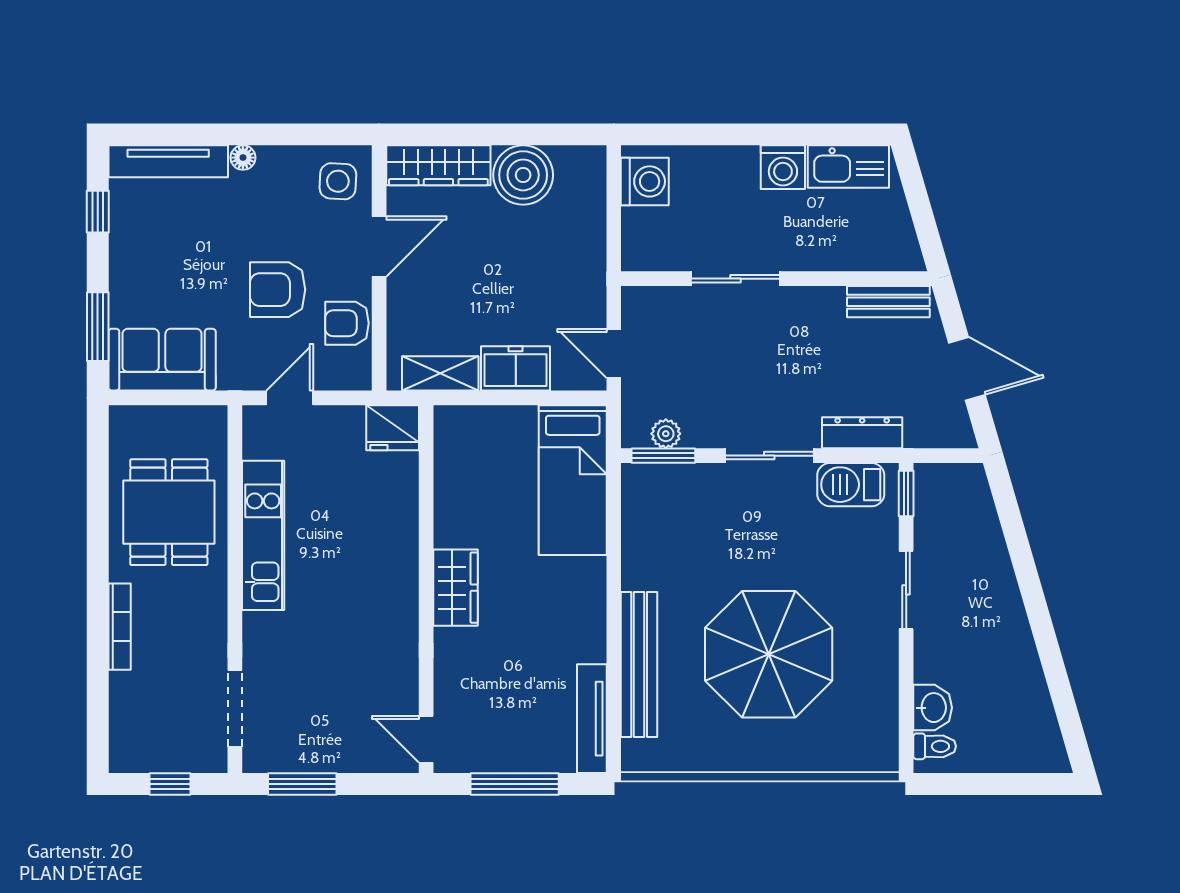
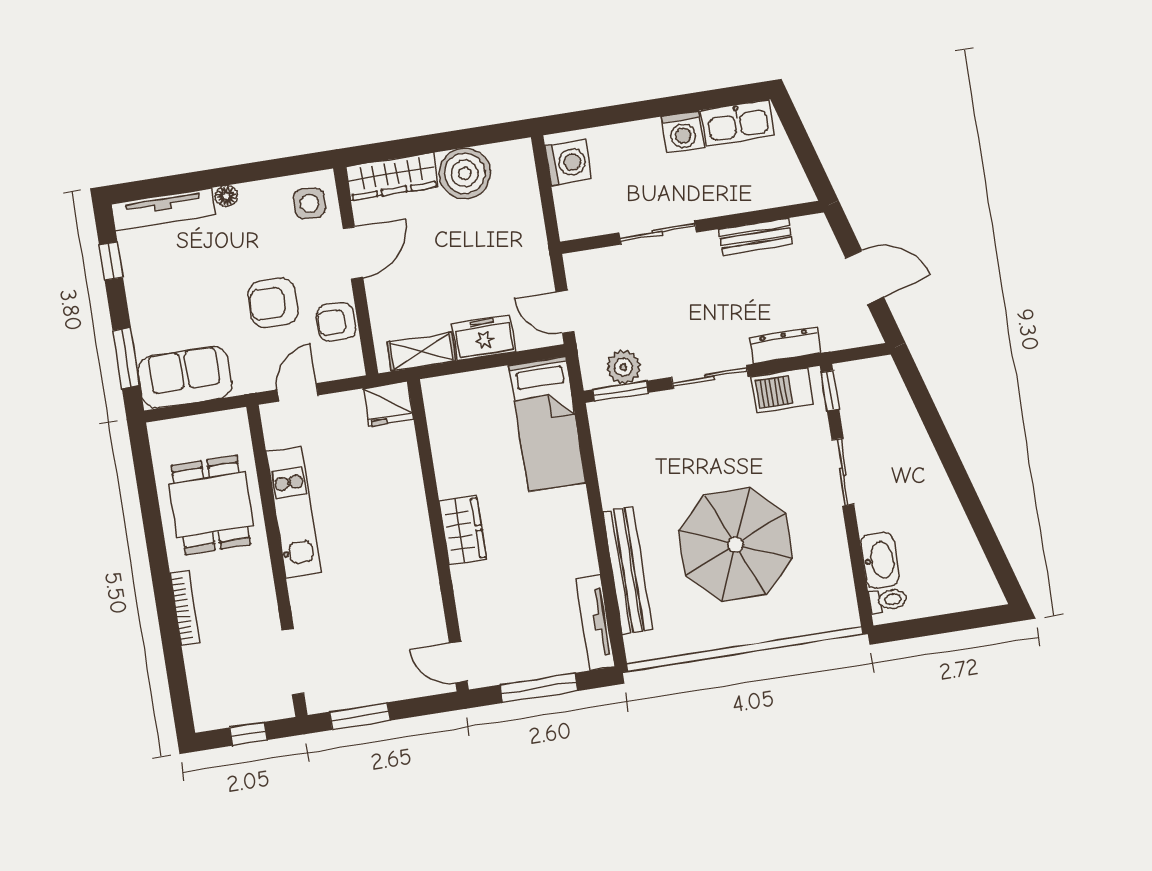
bench: (888, 302) -> (756, 237), moved
plant: (666, 434) -> (623, 367), width x1.38, depth x1.38
washbasin: (933, 708) -> (880, 560), width x1.38

